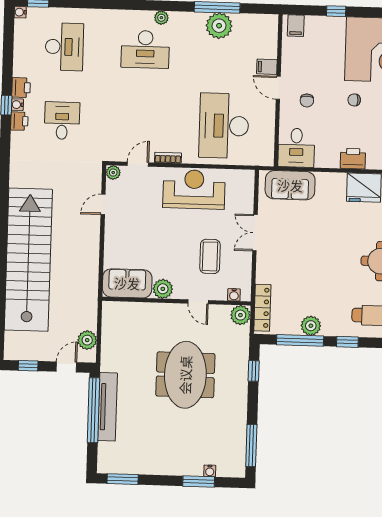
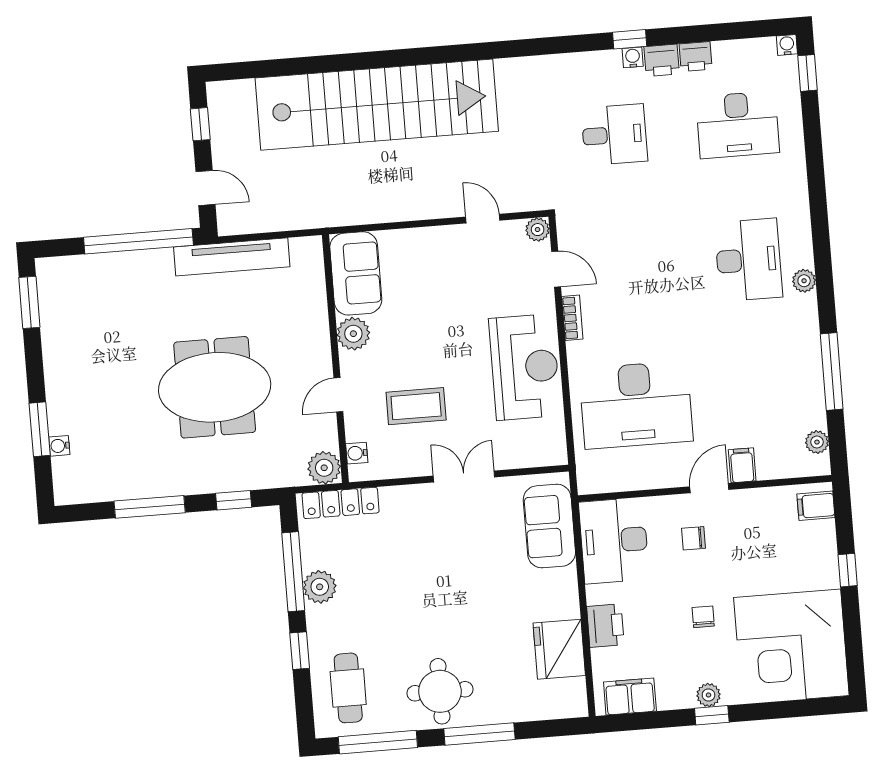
plant: (219, 26) -> (817, 442), moved, width x0.53, depth x0.53
desk: (145, 49) -> (748, 260), turned 180
printer: (19, 121) -> (696, 57), moved
desk: (224, 126) -> (636, 405), turned 180
desk: (296, 148) -> (614, 541), width x1.37
plant: (87, 340) -> (254, 217), removed
tv unit: (107, 407) -> (232, 257), moved
window: (251, 446) -> (150, 507), moved

